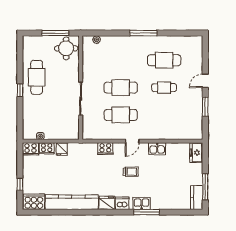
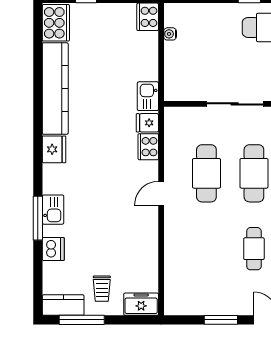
door: (132, 141) -> (161, 193), hinge flipped
cooker: (47, 148) -> (149, 45), removed
fridge: (62, 149) -> (147, 123), moved
kitchen sink: (157, 149) -> (148, 96), moved
trolley: (131, 172) -> (102, 289), moved
dishwasher: (122, 203) -> (53, 249), moved

